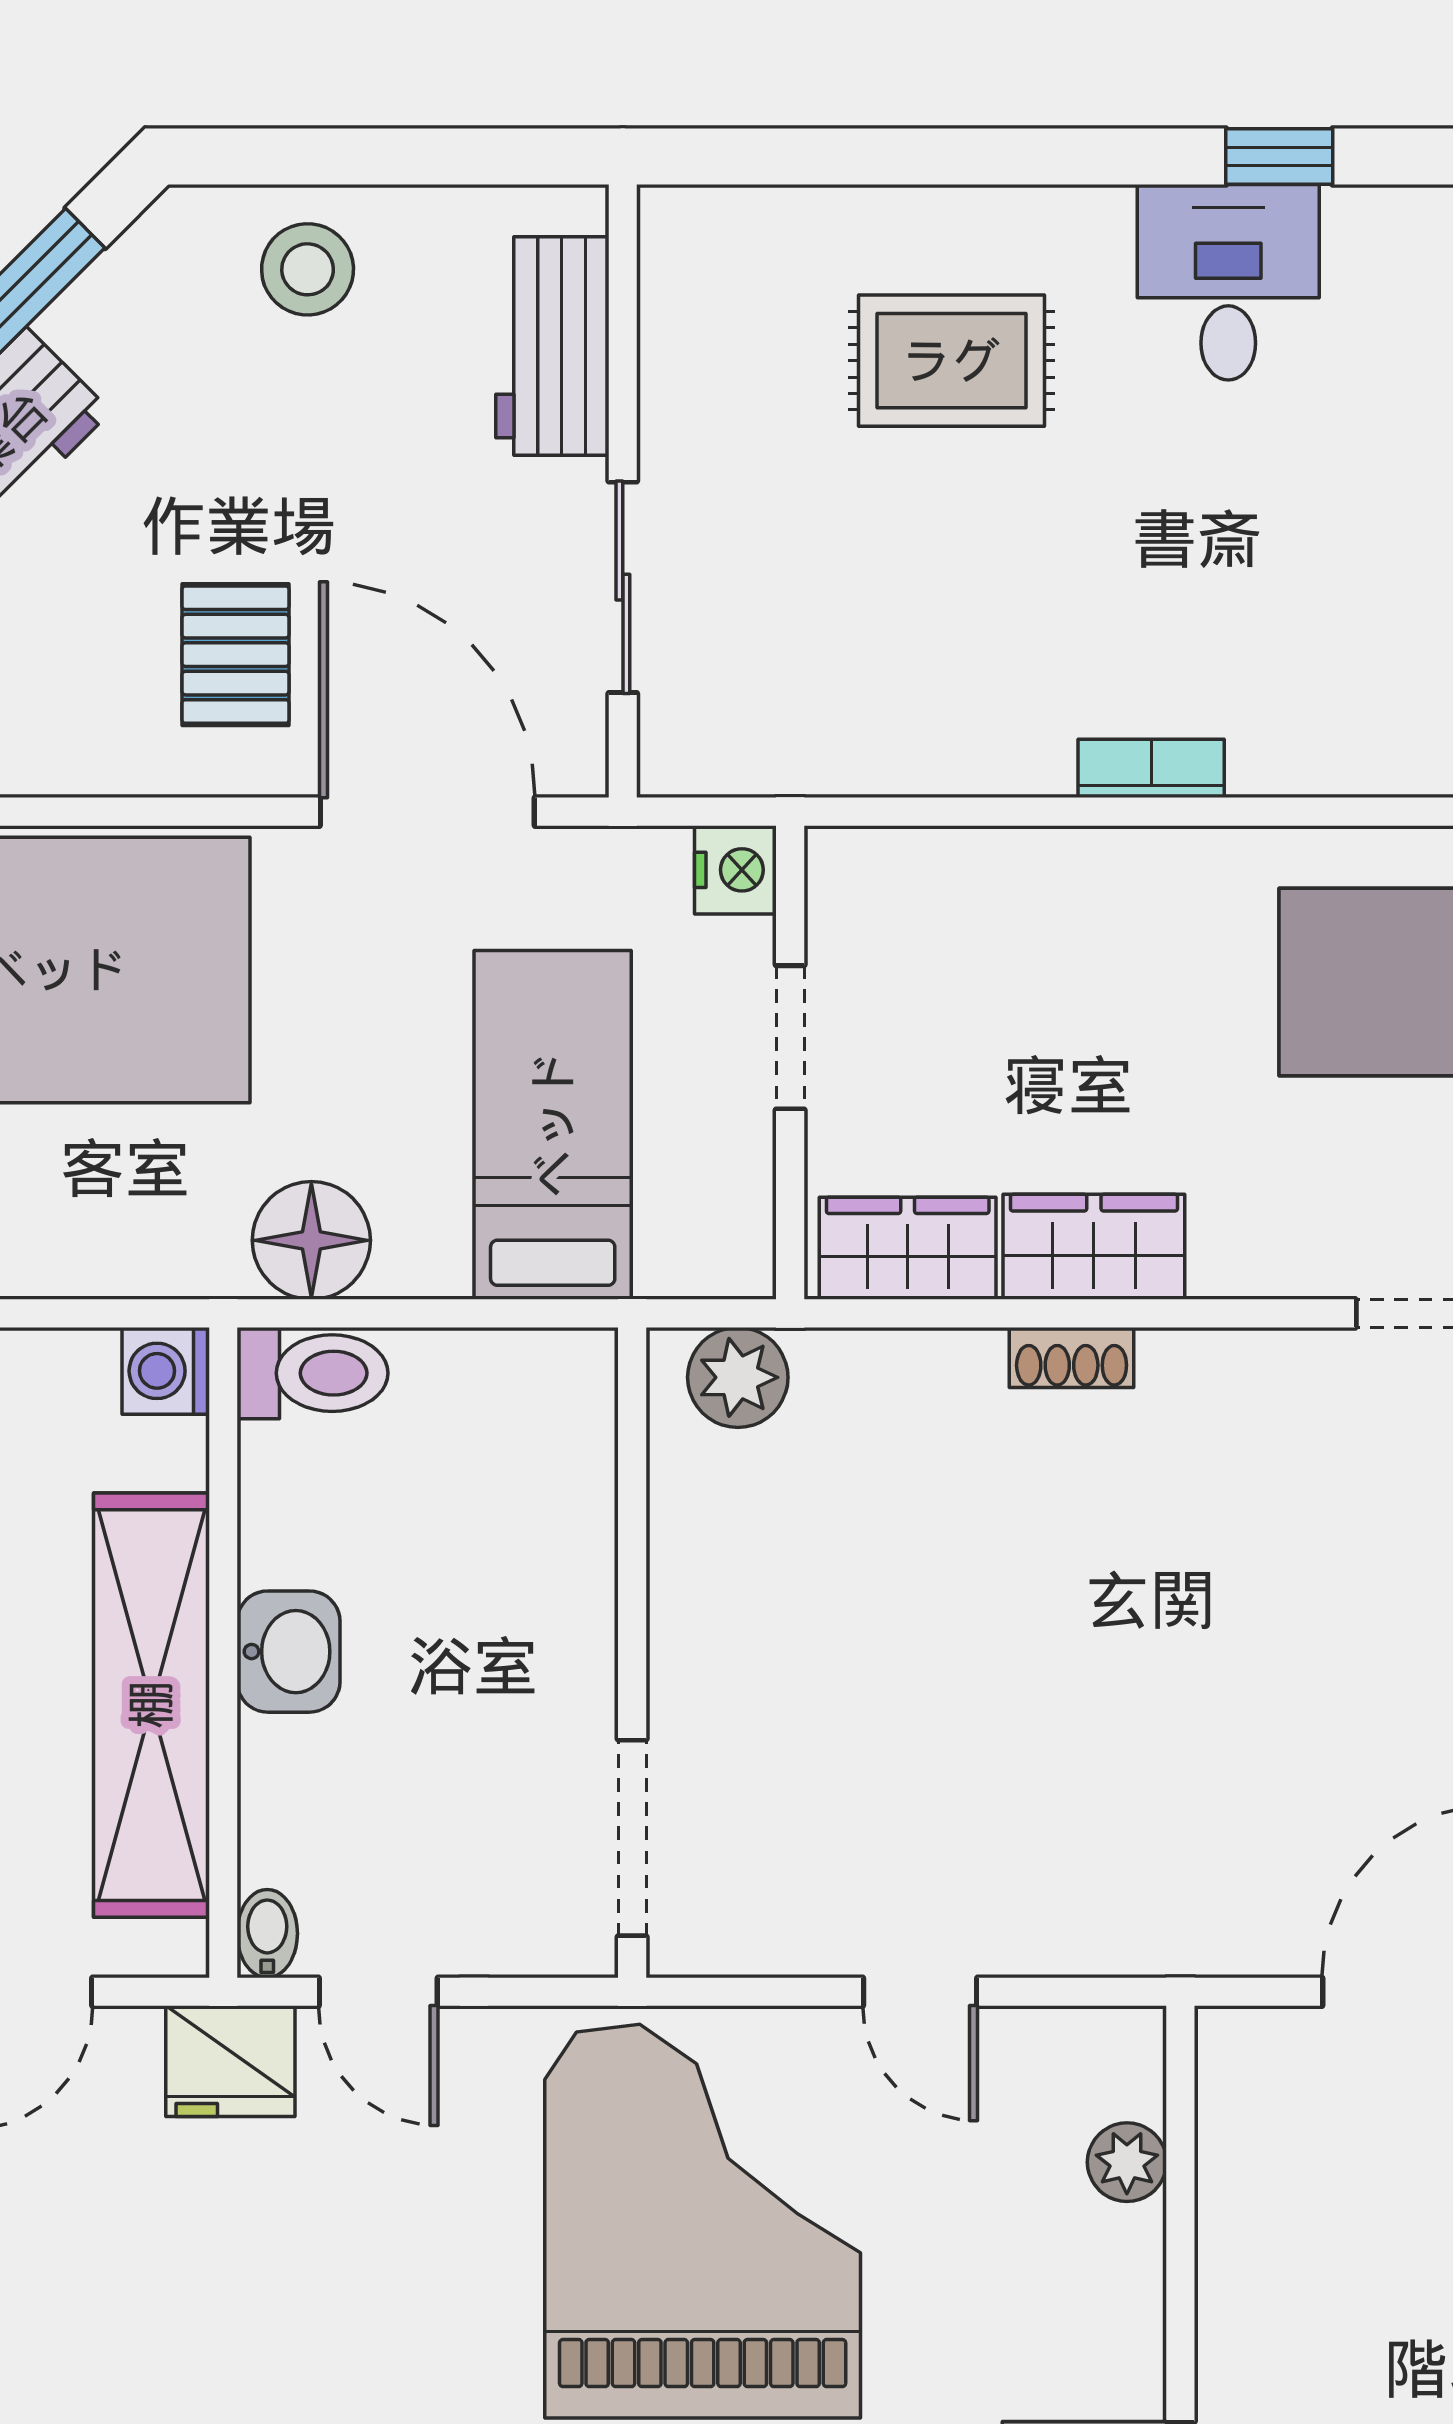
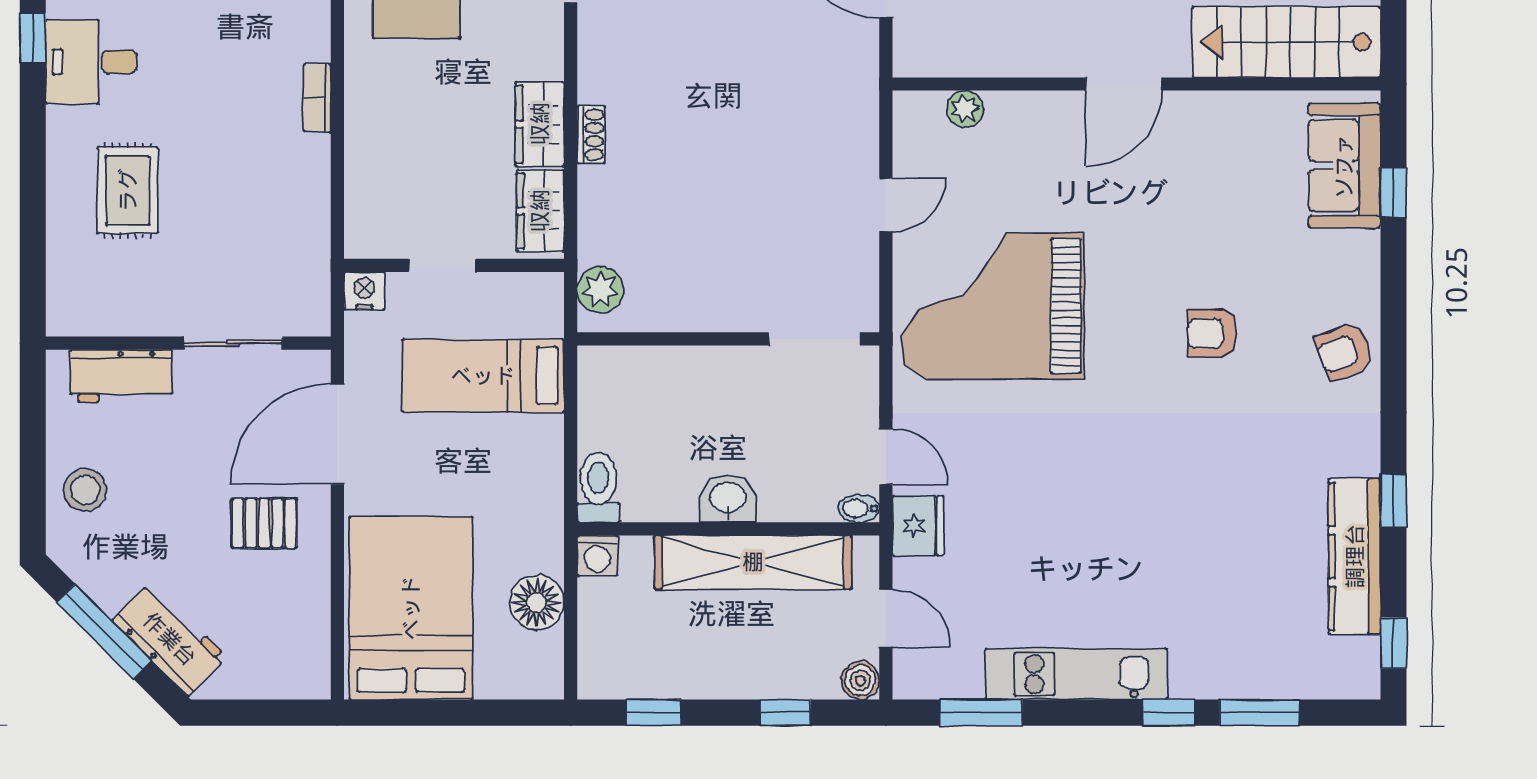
floor lamp: (311, 1240) -> (537, 603), moved
door: (378, 1992) -> (886, 457), hinge flipped

